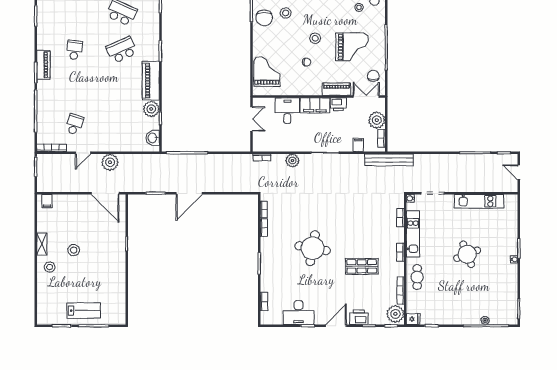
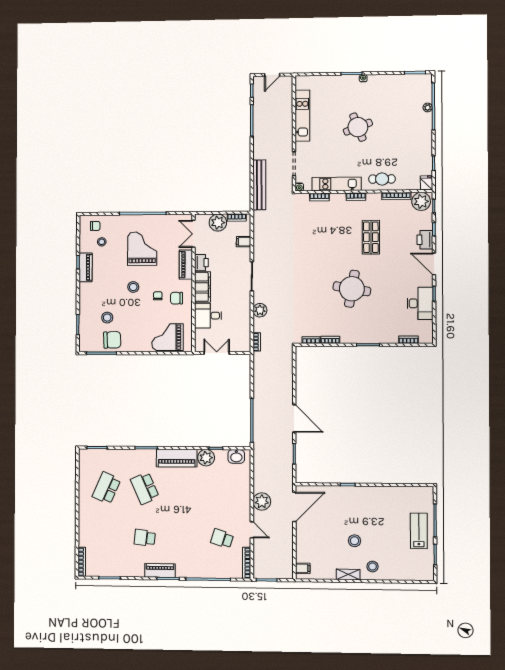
chair: (373, 76) -> (177, 298), moved
bench: (389, 160) -> (259, 185), moved

